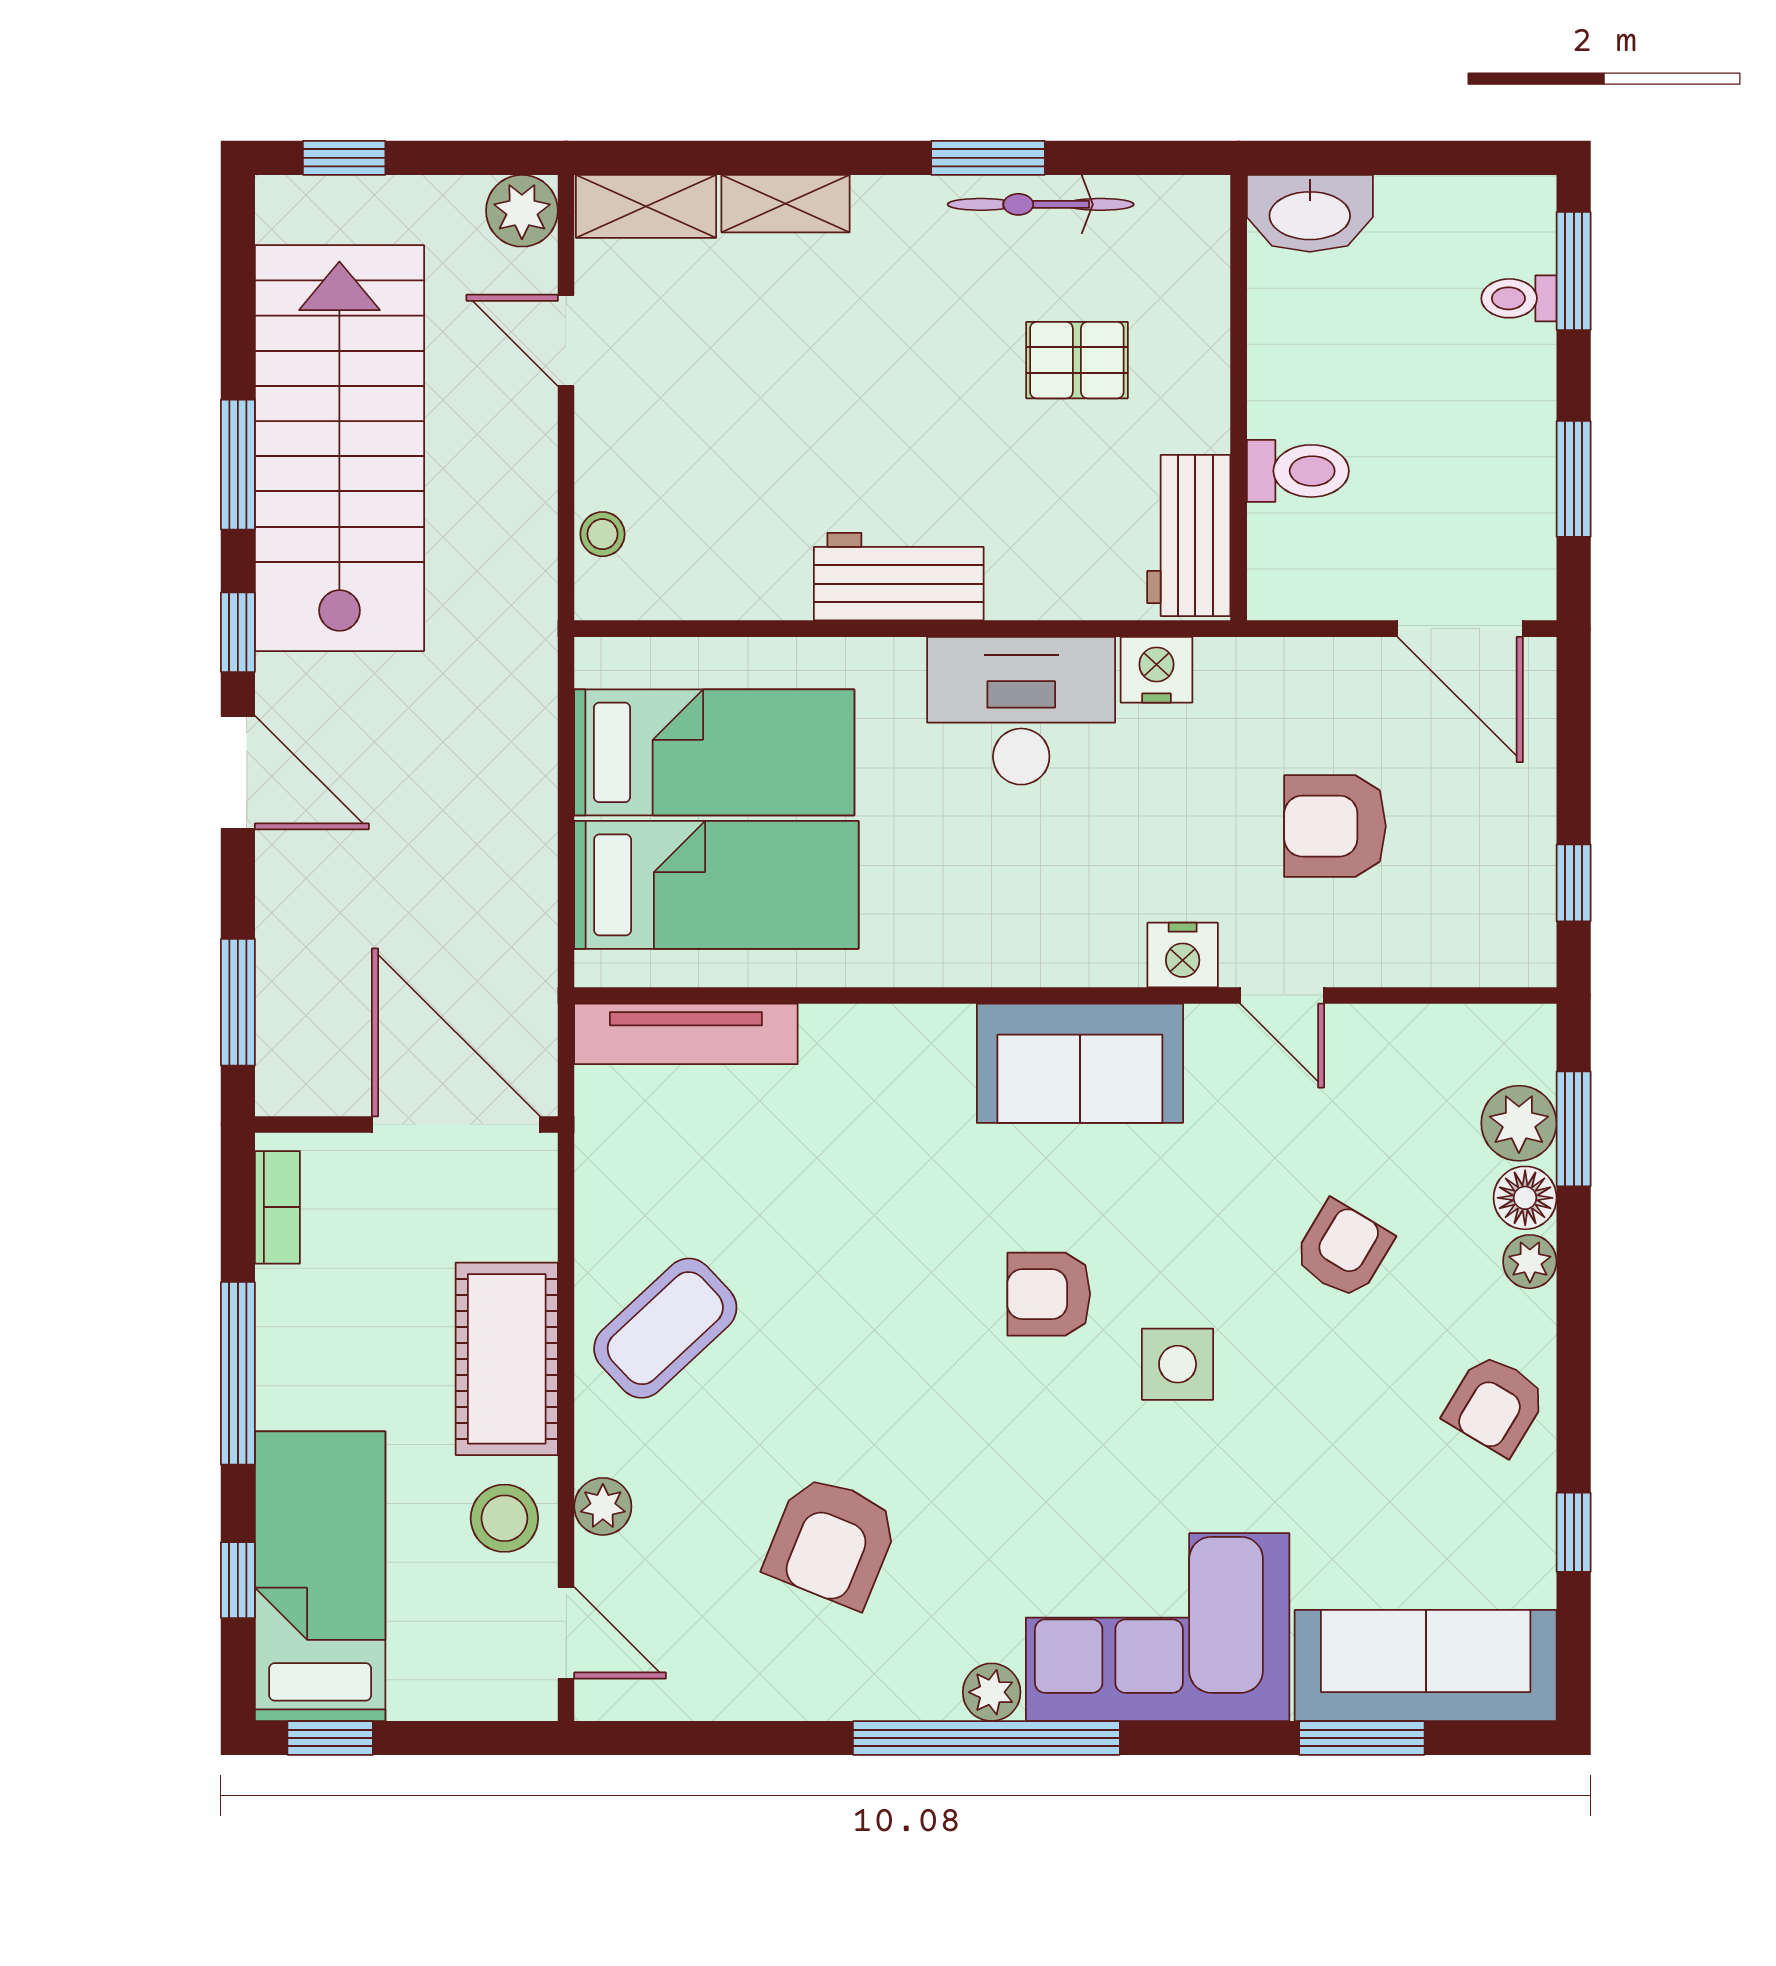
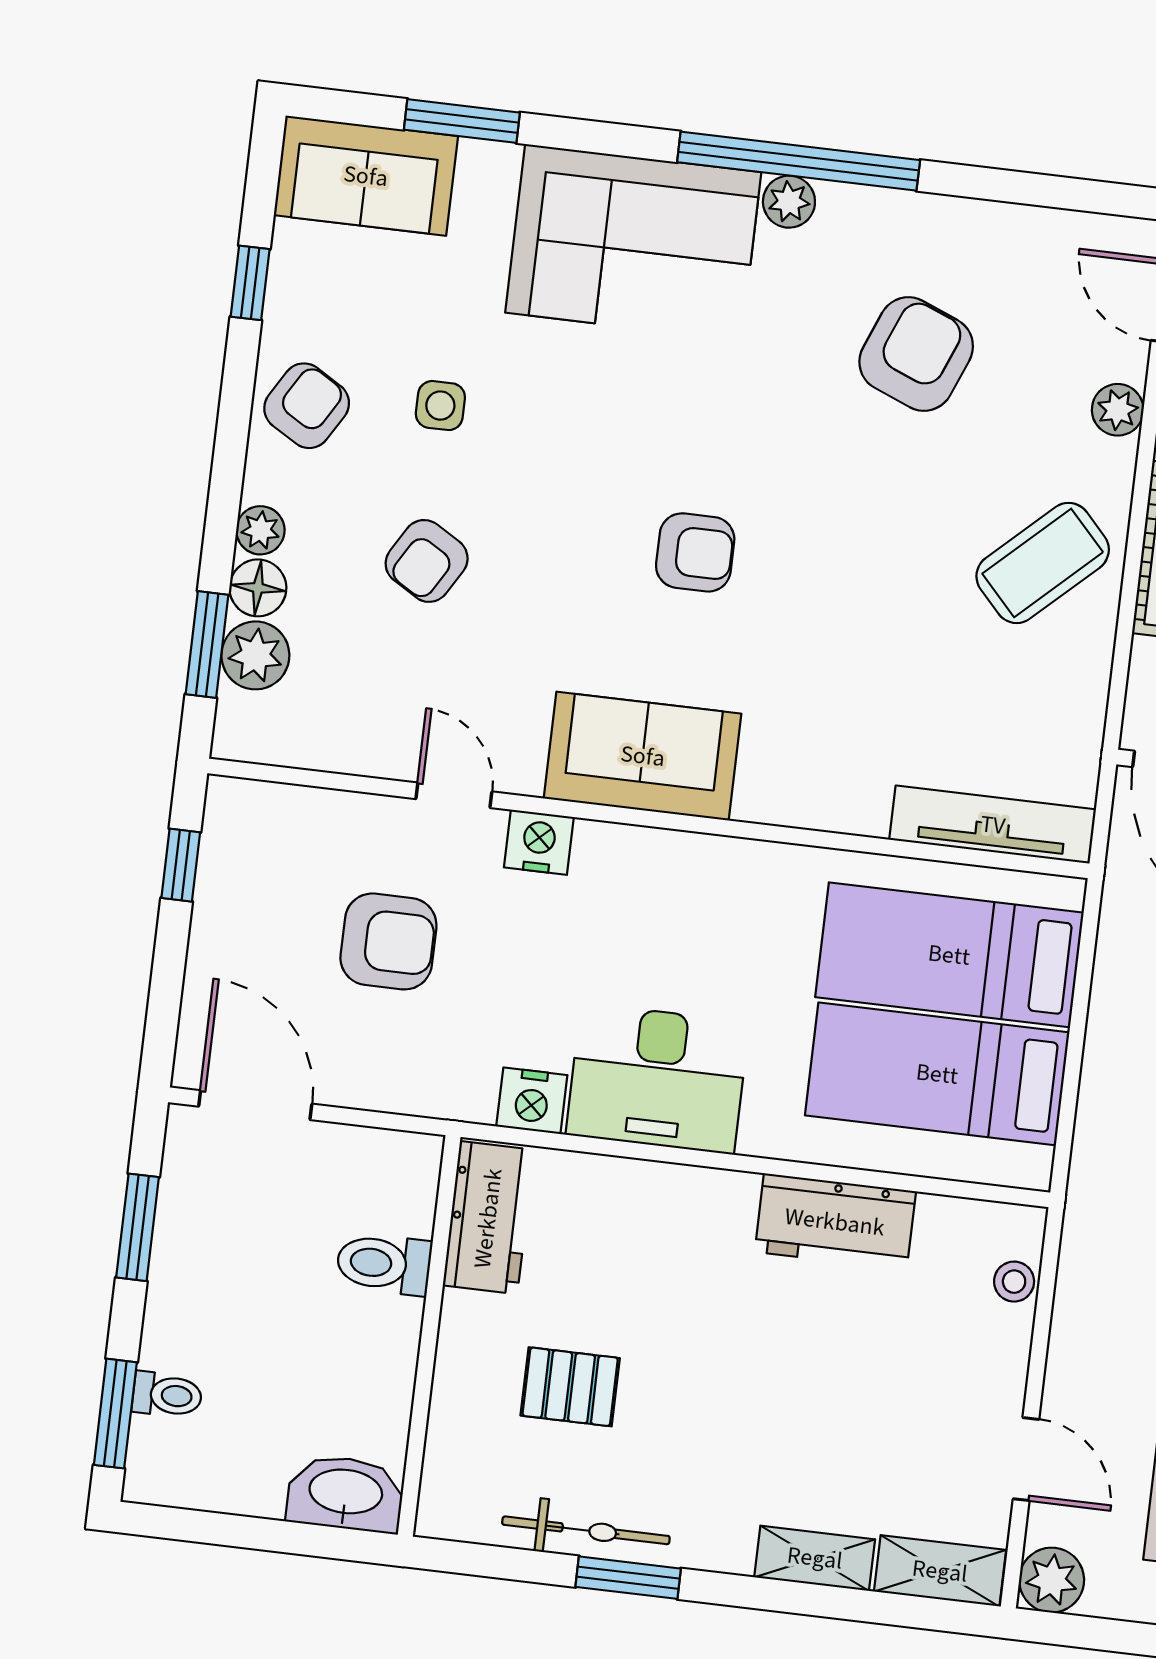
workbench: (899, 577) -> (835, 1222), moved
side table: (1178, 1364) -> (440, 406), moved, width x0.73, depth x0.73
sofa: (1426, 1665) -> (366, 176), width x0.73

